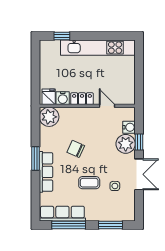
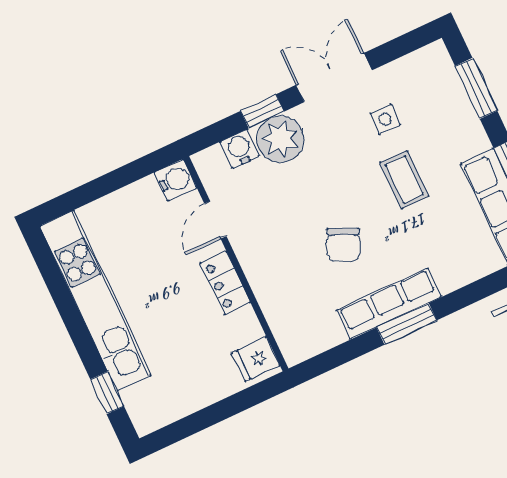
water cooler: (63, 98) -> (176, 180), moved
plant: (49, 117) -> (300, 337), removed
row of seats: (46, 172) -> (389, 304), moved

